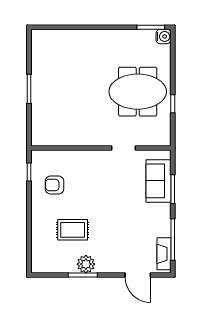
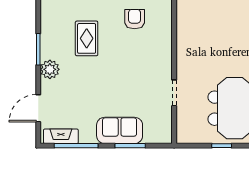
sofa: (159, 181) -> (120, 130), moved
plant: (86, 264) -> (50, 69), moved

